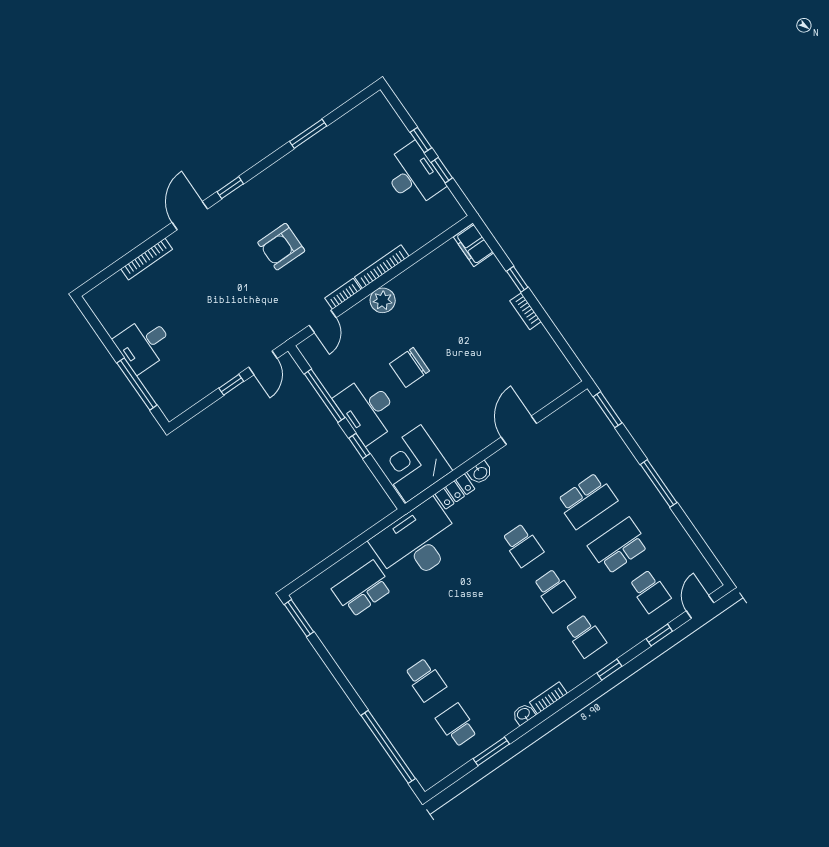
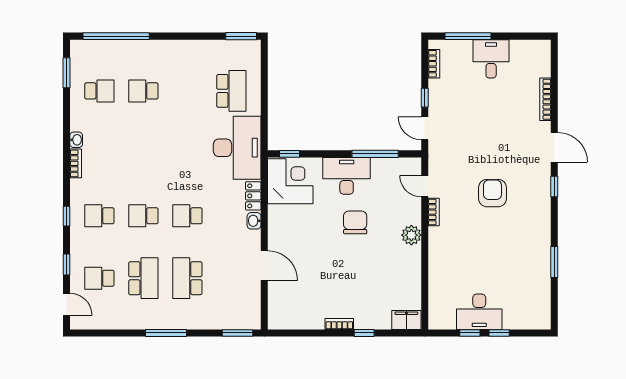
bookcase: (382, 267) -> (434, 64), moved, width x0.64
window: (359, 446) -> (289, 154), moved
window: (491, 751) -> (66, 73), moved

